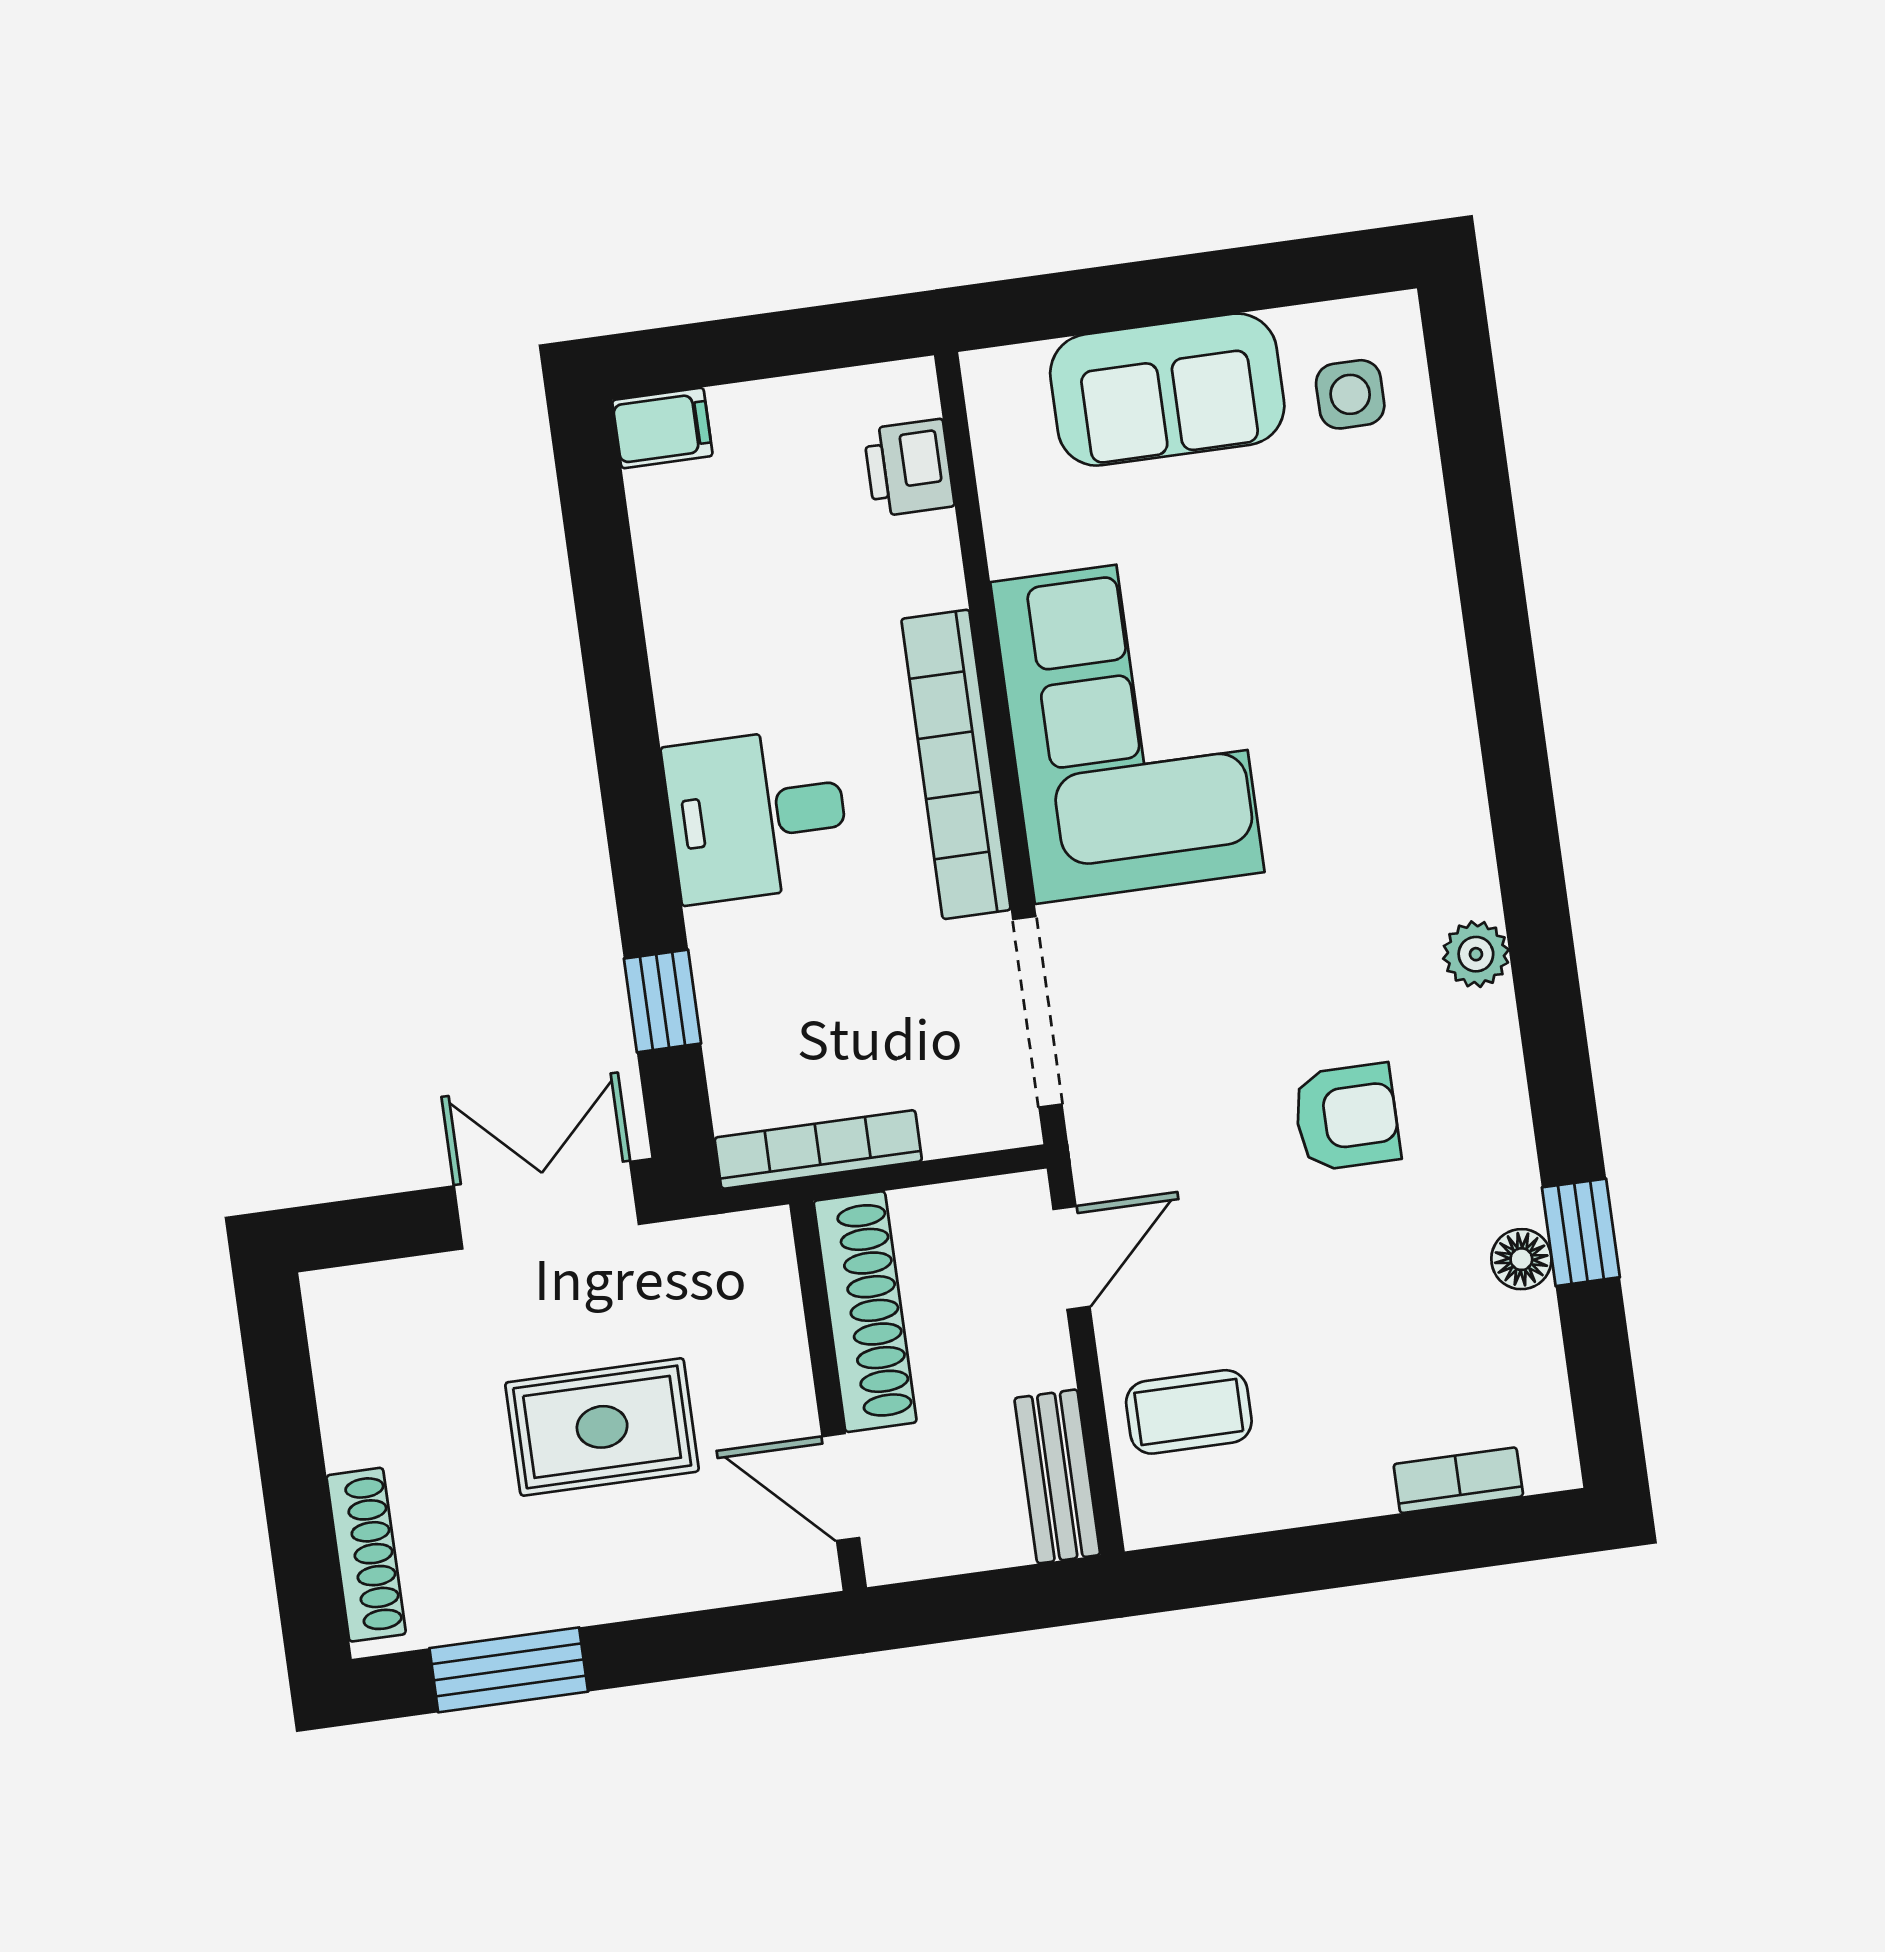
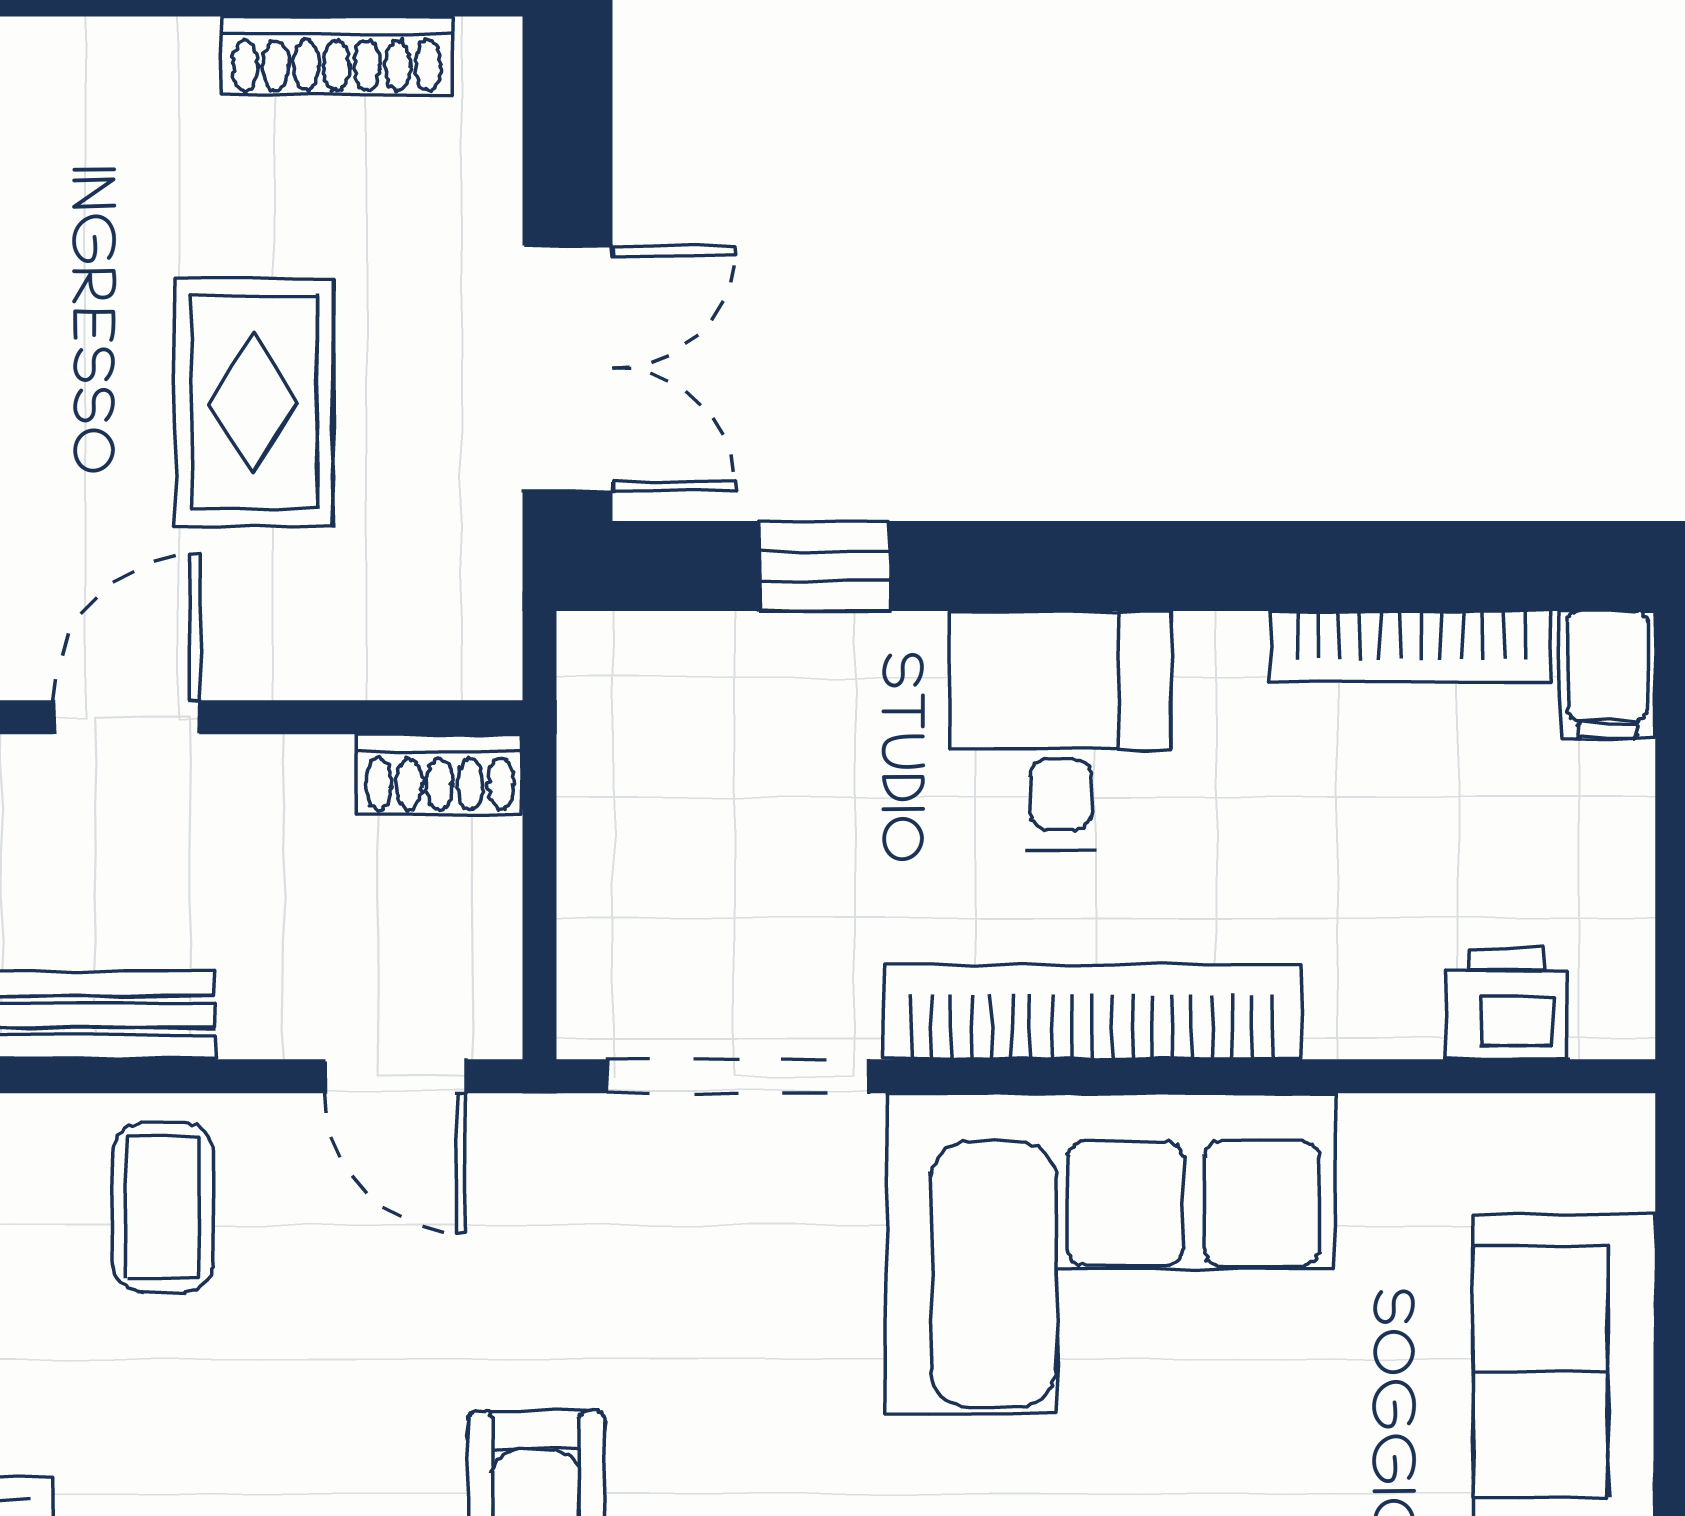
bookcase: (818, 1149) -> (1411, 647), moved, turned 90
shoe rack: (865, 1312) -> (440, 774), width x0.51, depth x0.81
shoe rack: (366, 1555) -> (337, 56), moved

